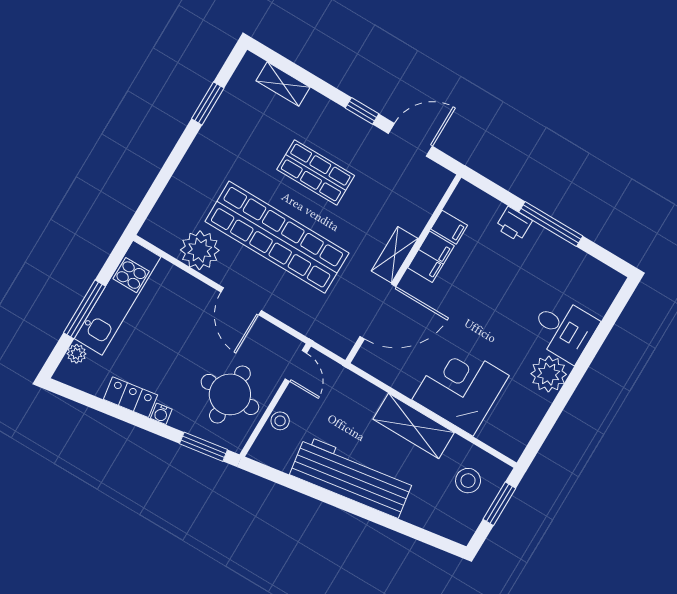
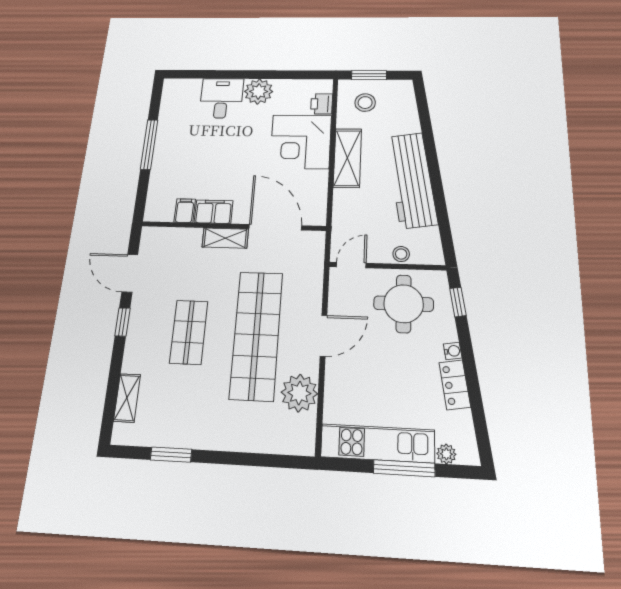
printer: (514, 224) -> (322, 104), moved, turned 180
window: (203, 447) -> (458, 302), width x0.67

